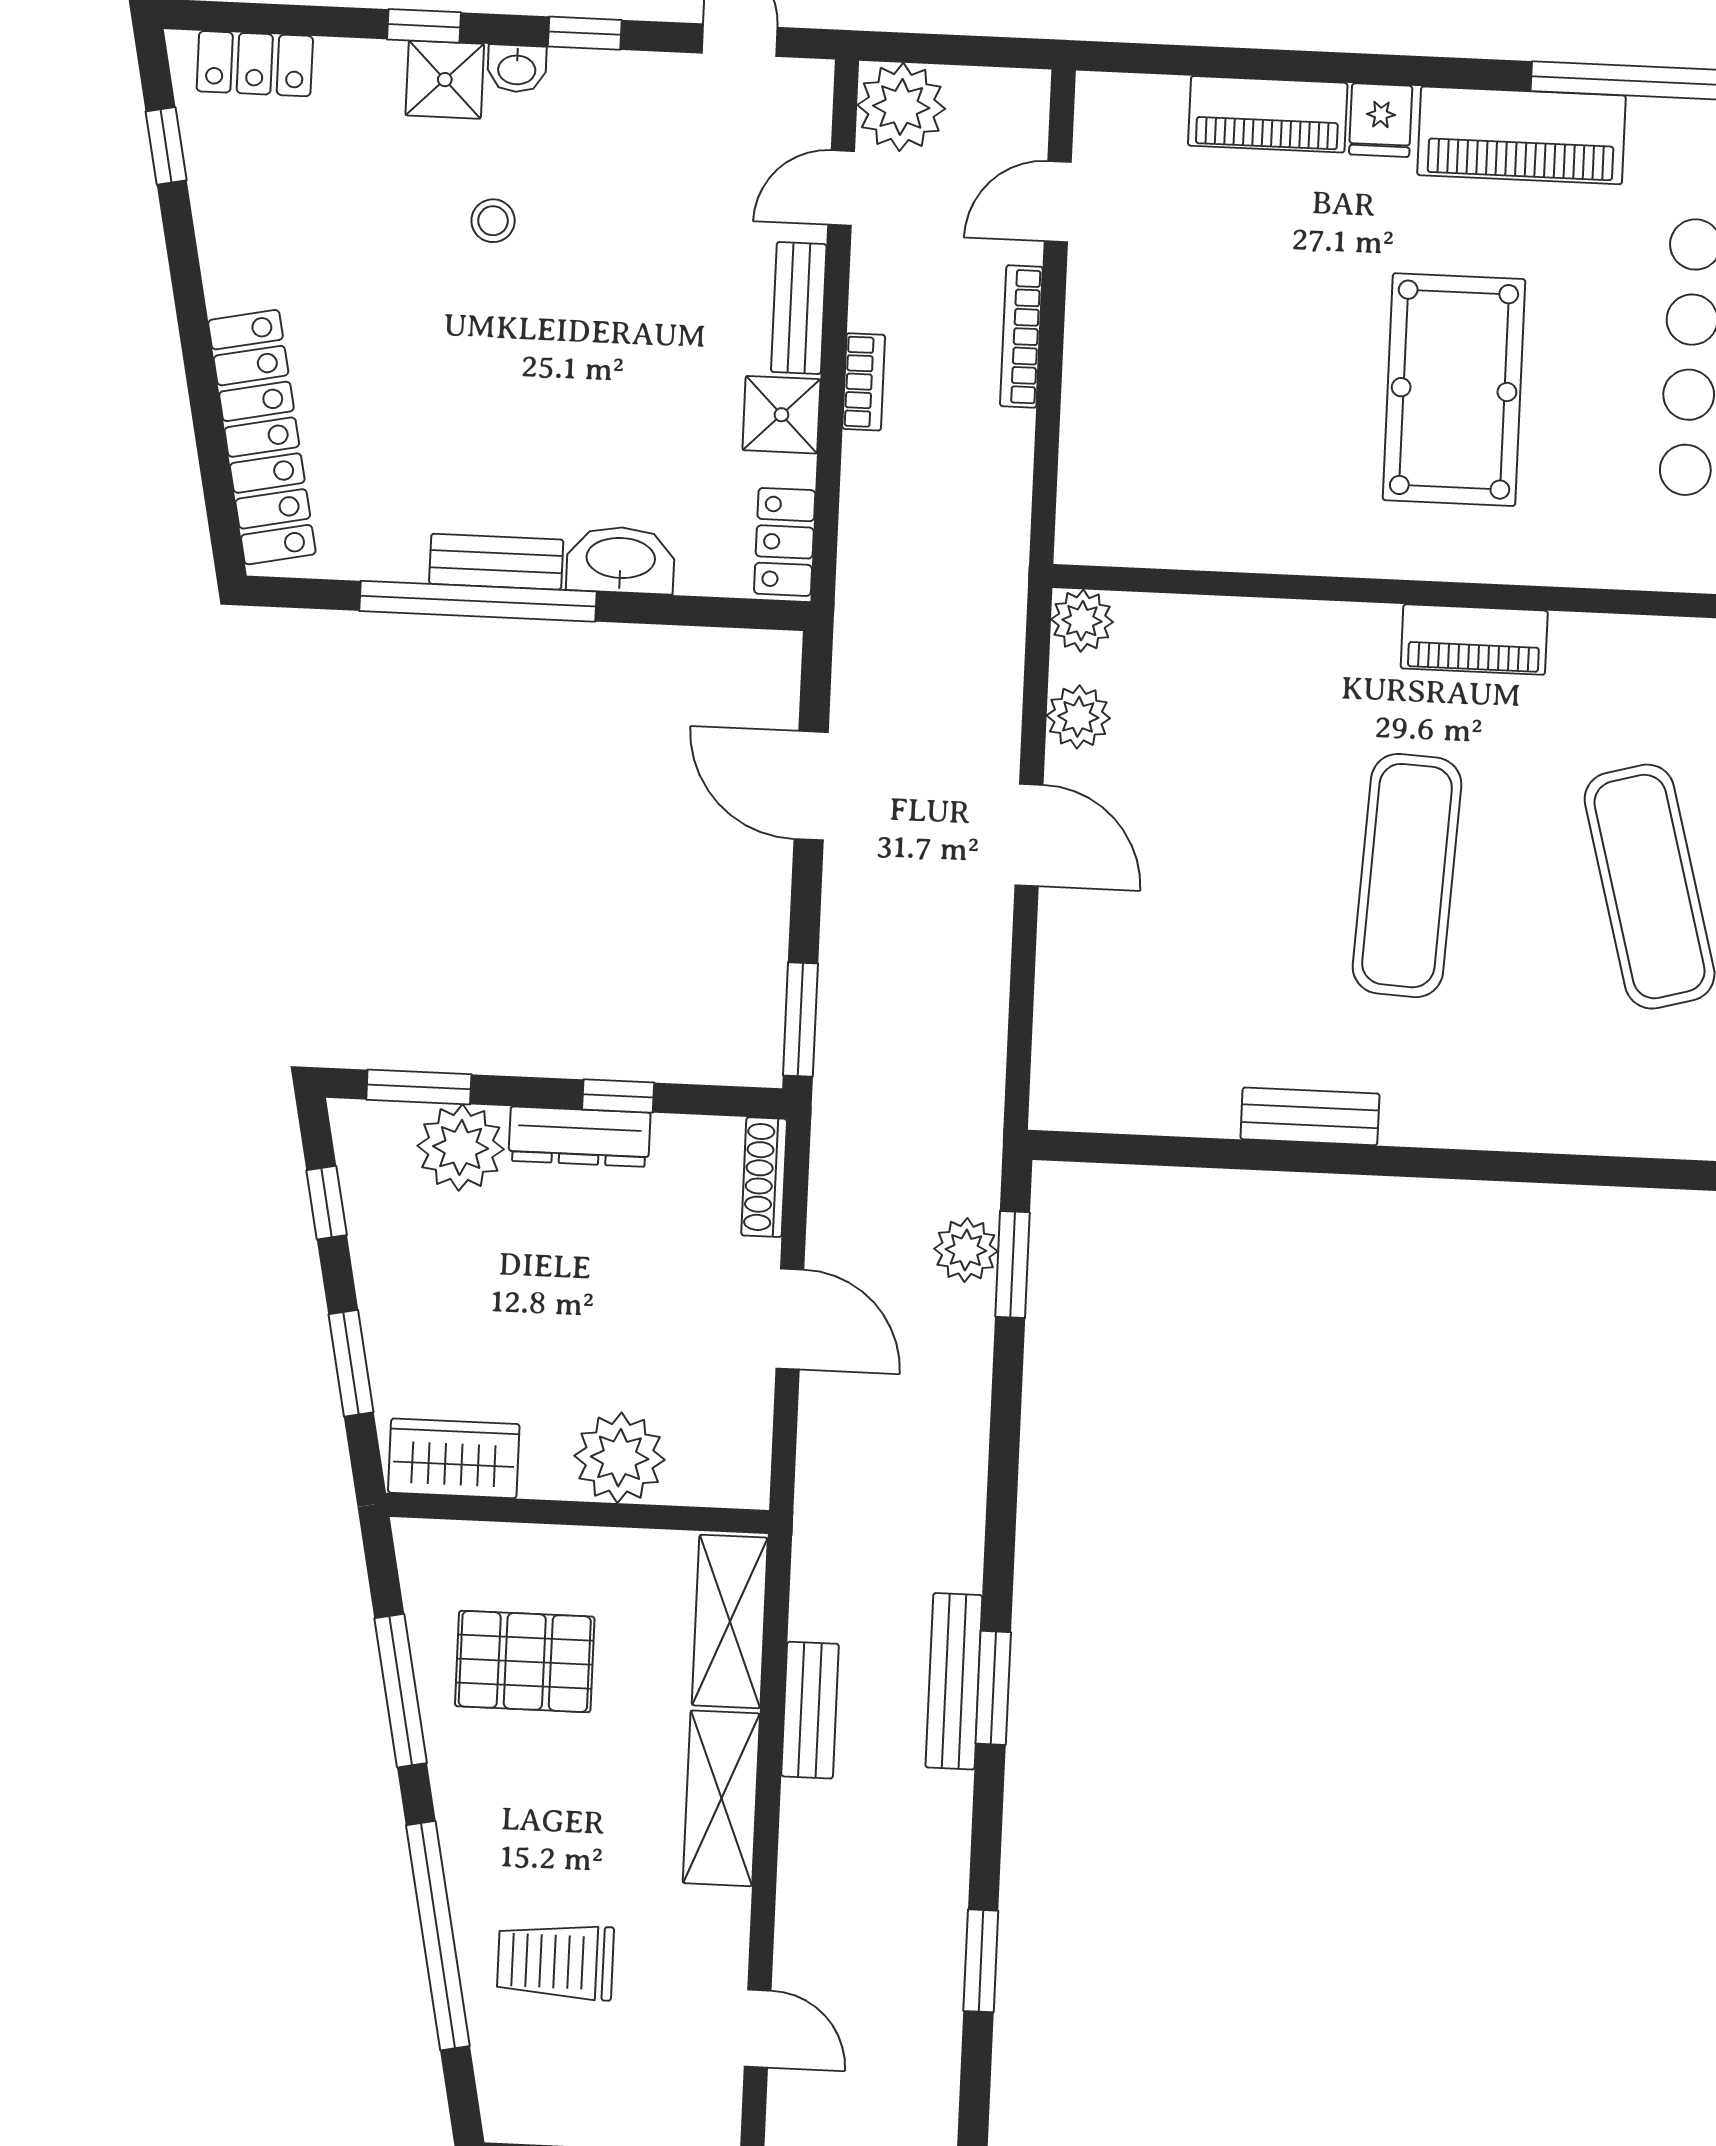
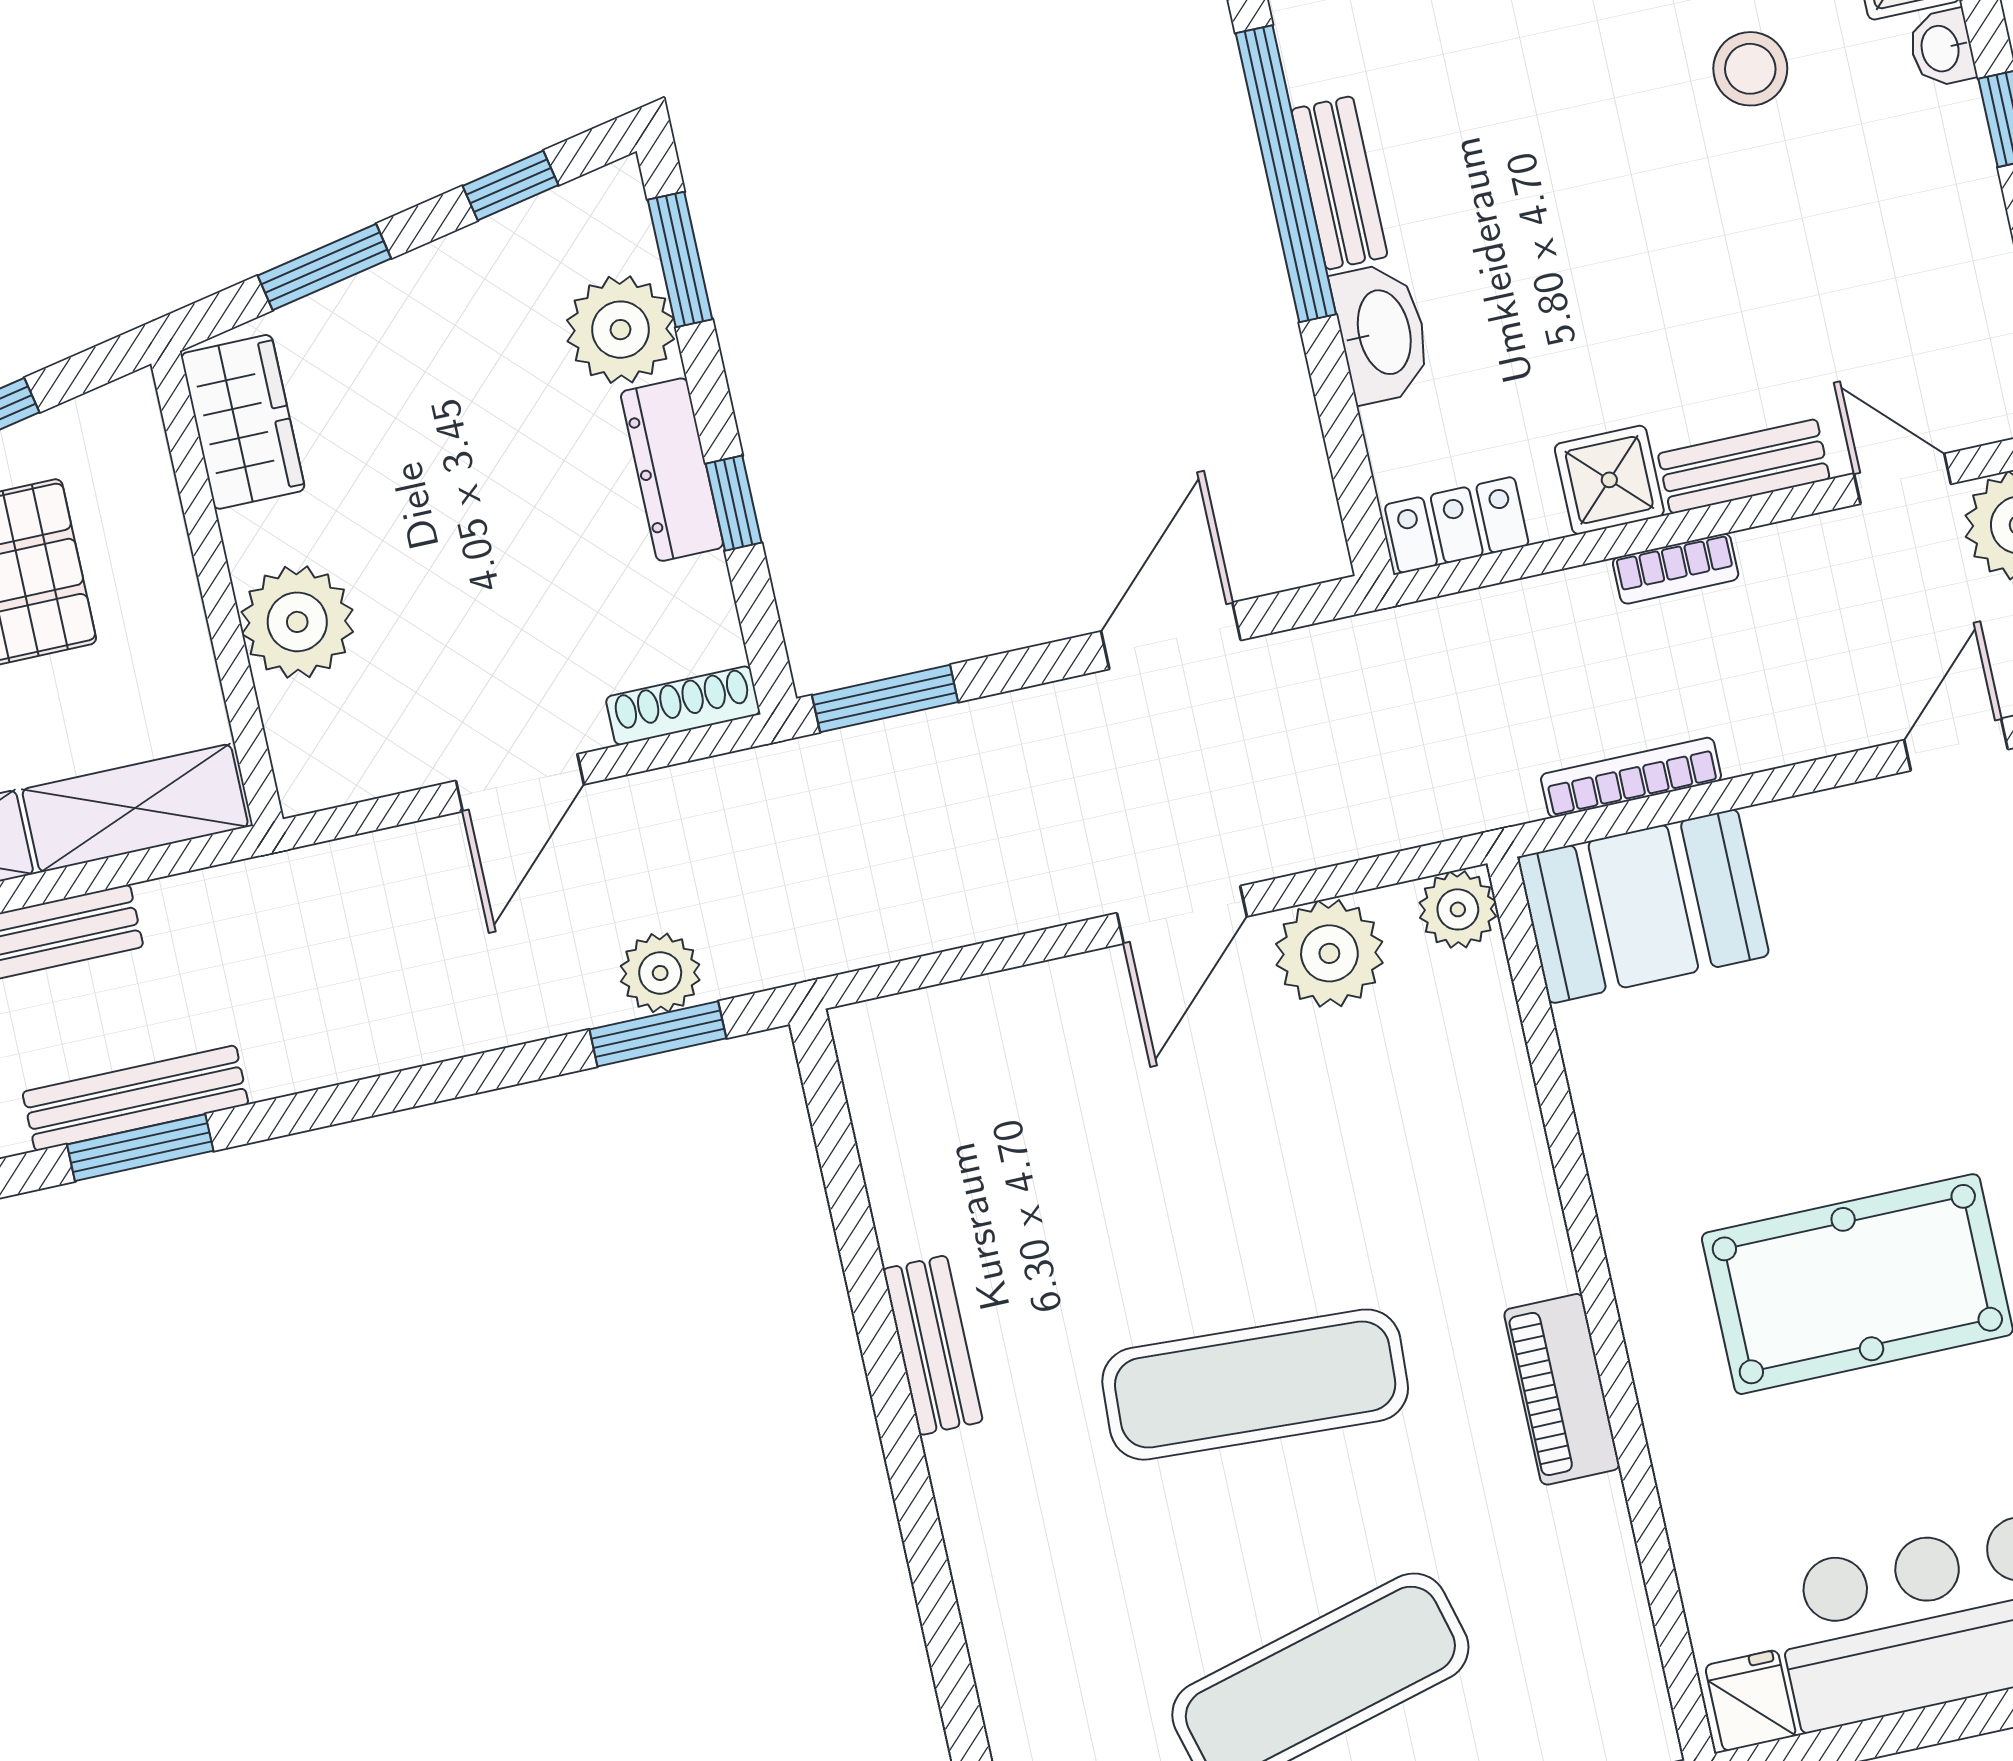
door: (1058, 202) -> (1956, 745), hinge flipped
stool: (493, 221) -> (1750, 69), width x1.37, depth x1.37
bookcase: (1021, 336) -> (1631, 777), moved
booth: (1118, 477) -> (1643, 906), added
plant: (1078, 717) -> (1329, 953), width x1.36, depth x1.36

